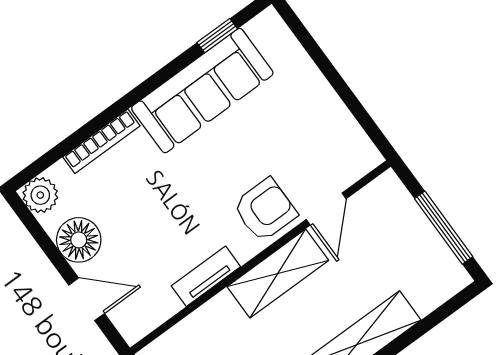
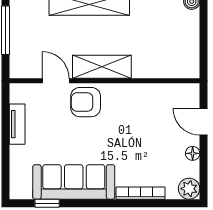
door: (326, 209) -> (56, 81), hinge flipped
floor lamp: (79, 240) -> (193, 153), width x0.53, depth x0.53
tv unit: (206, 276) -> (17, 124), moved, turned -90

